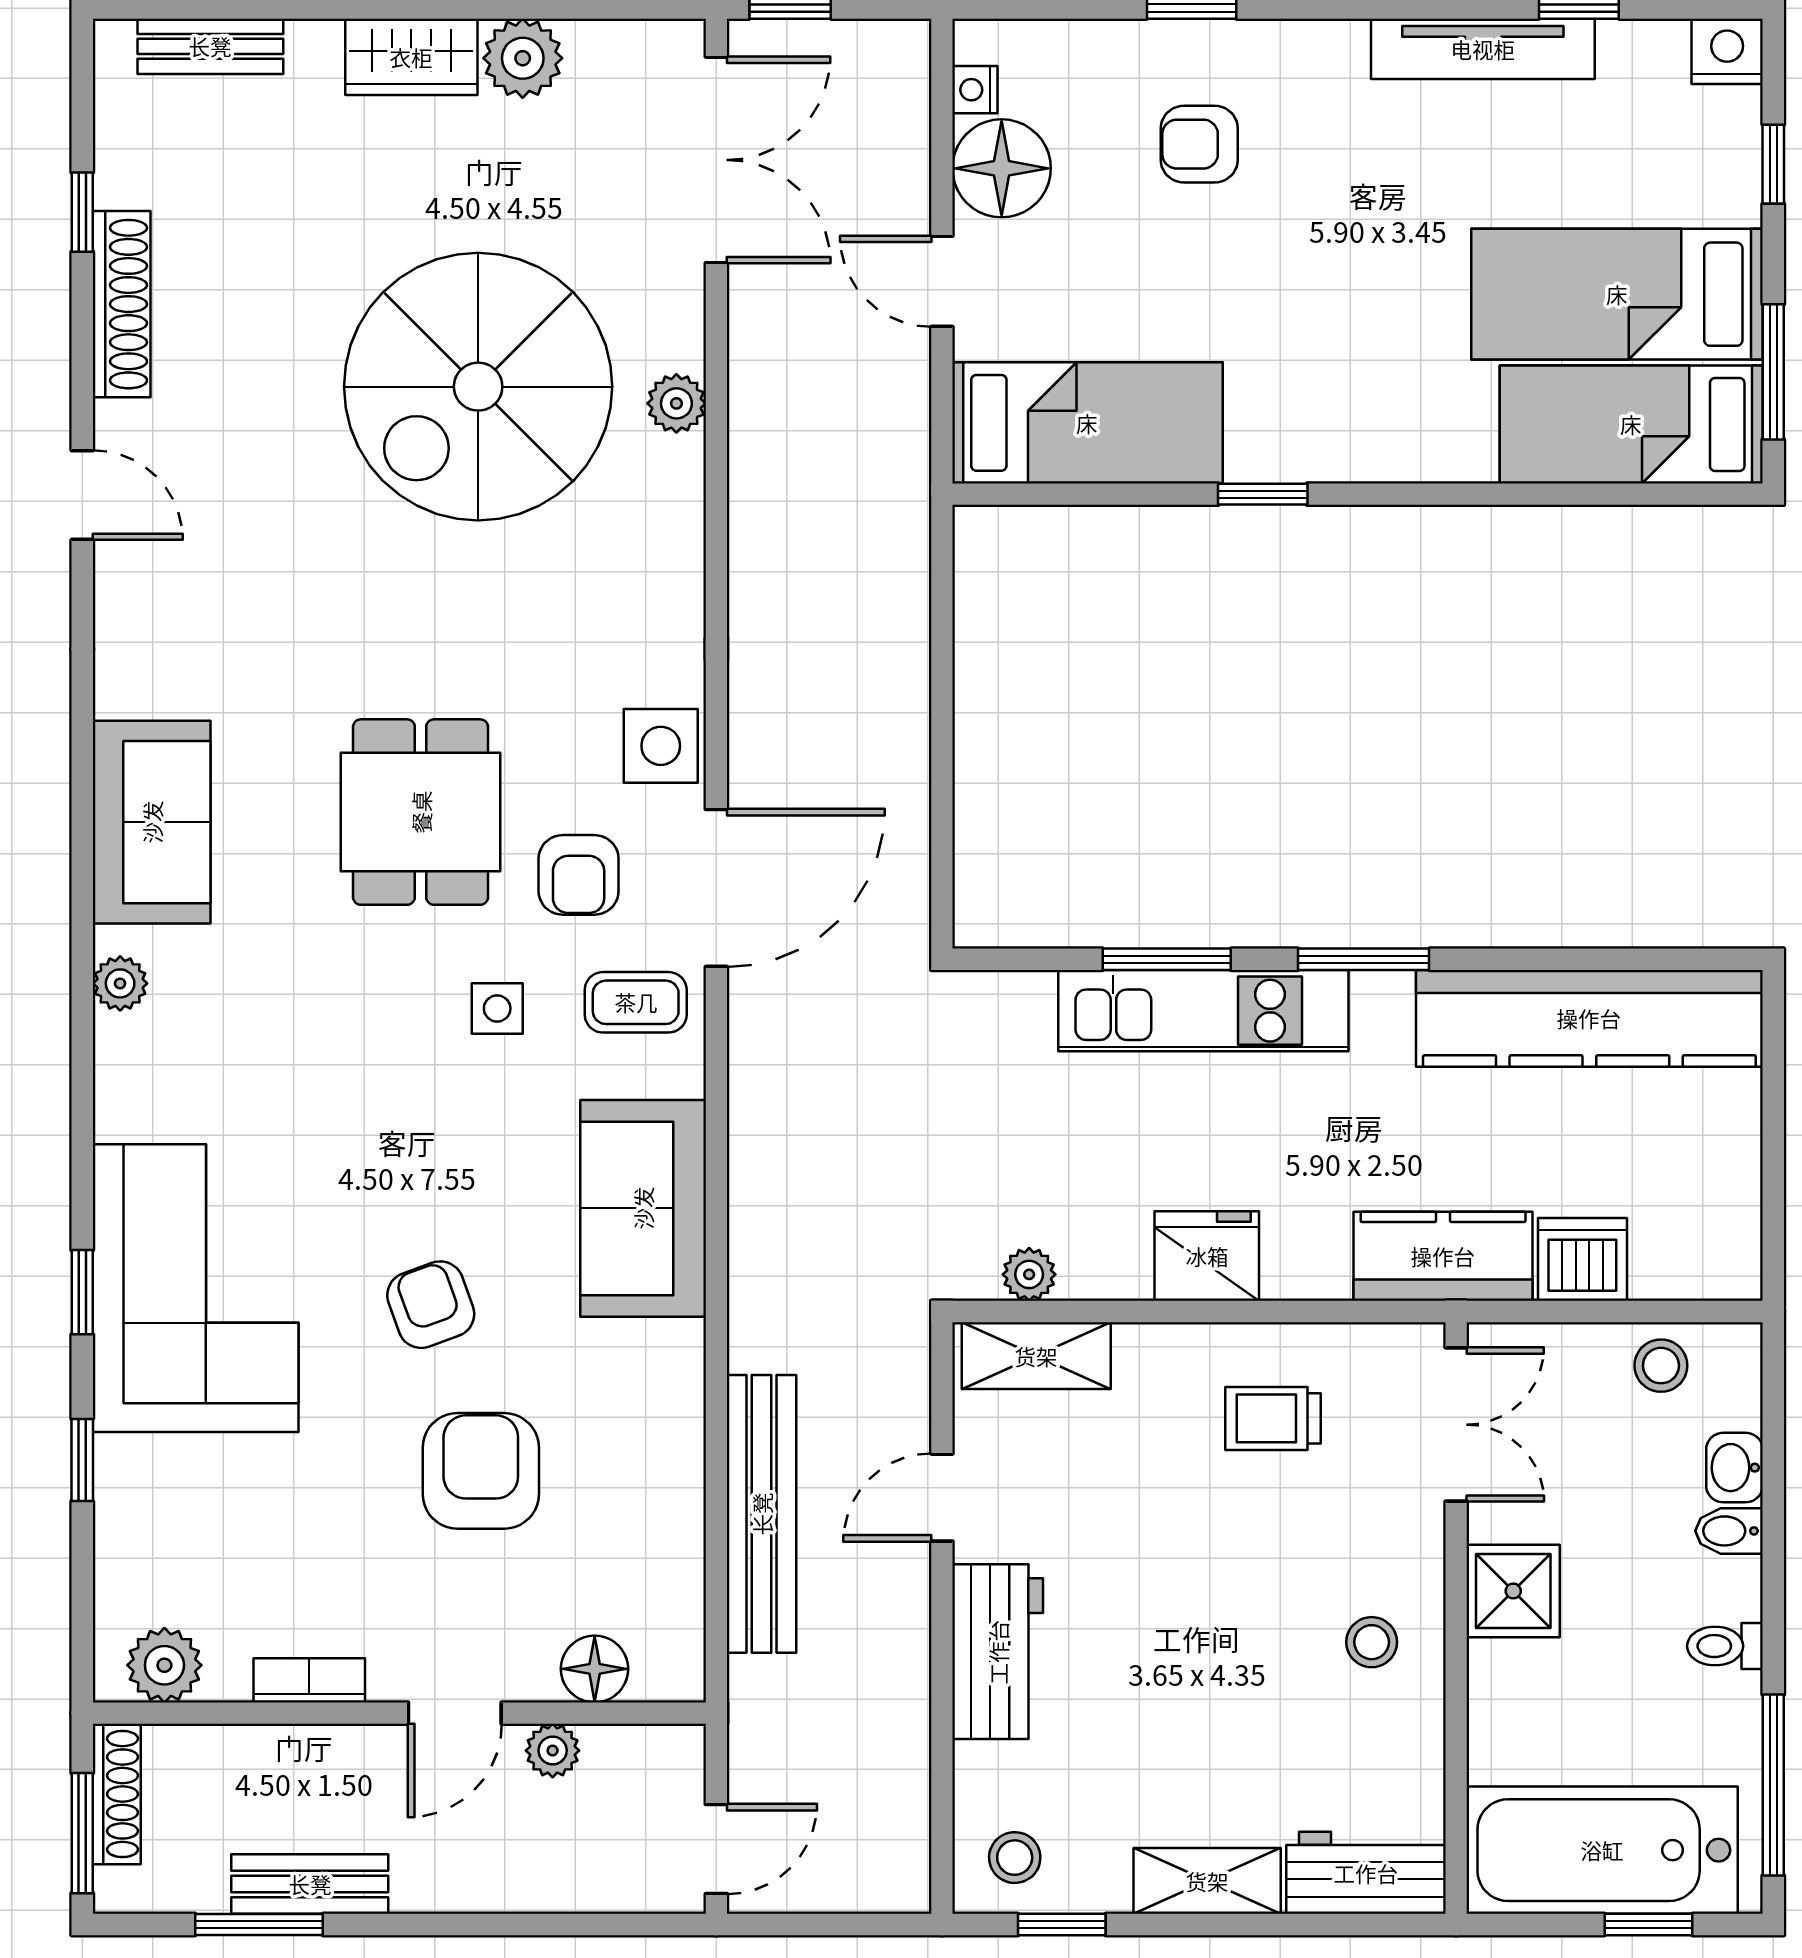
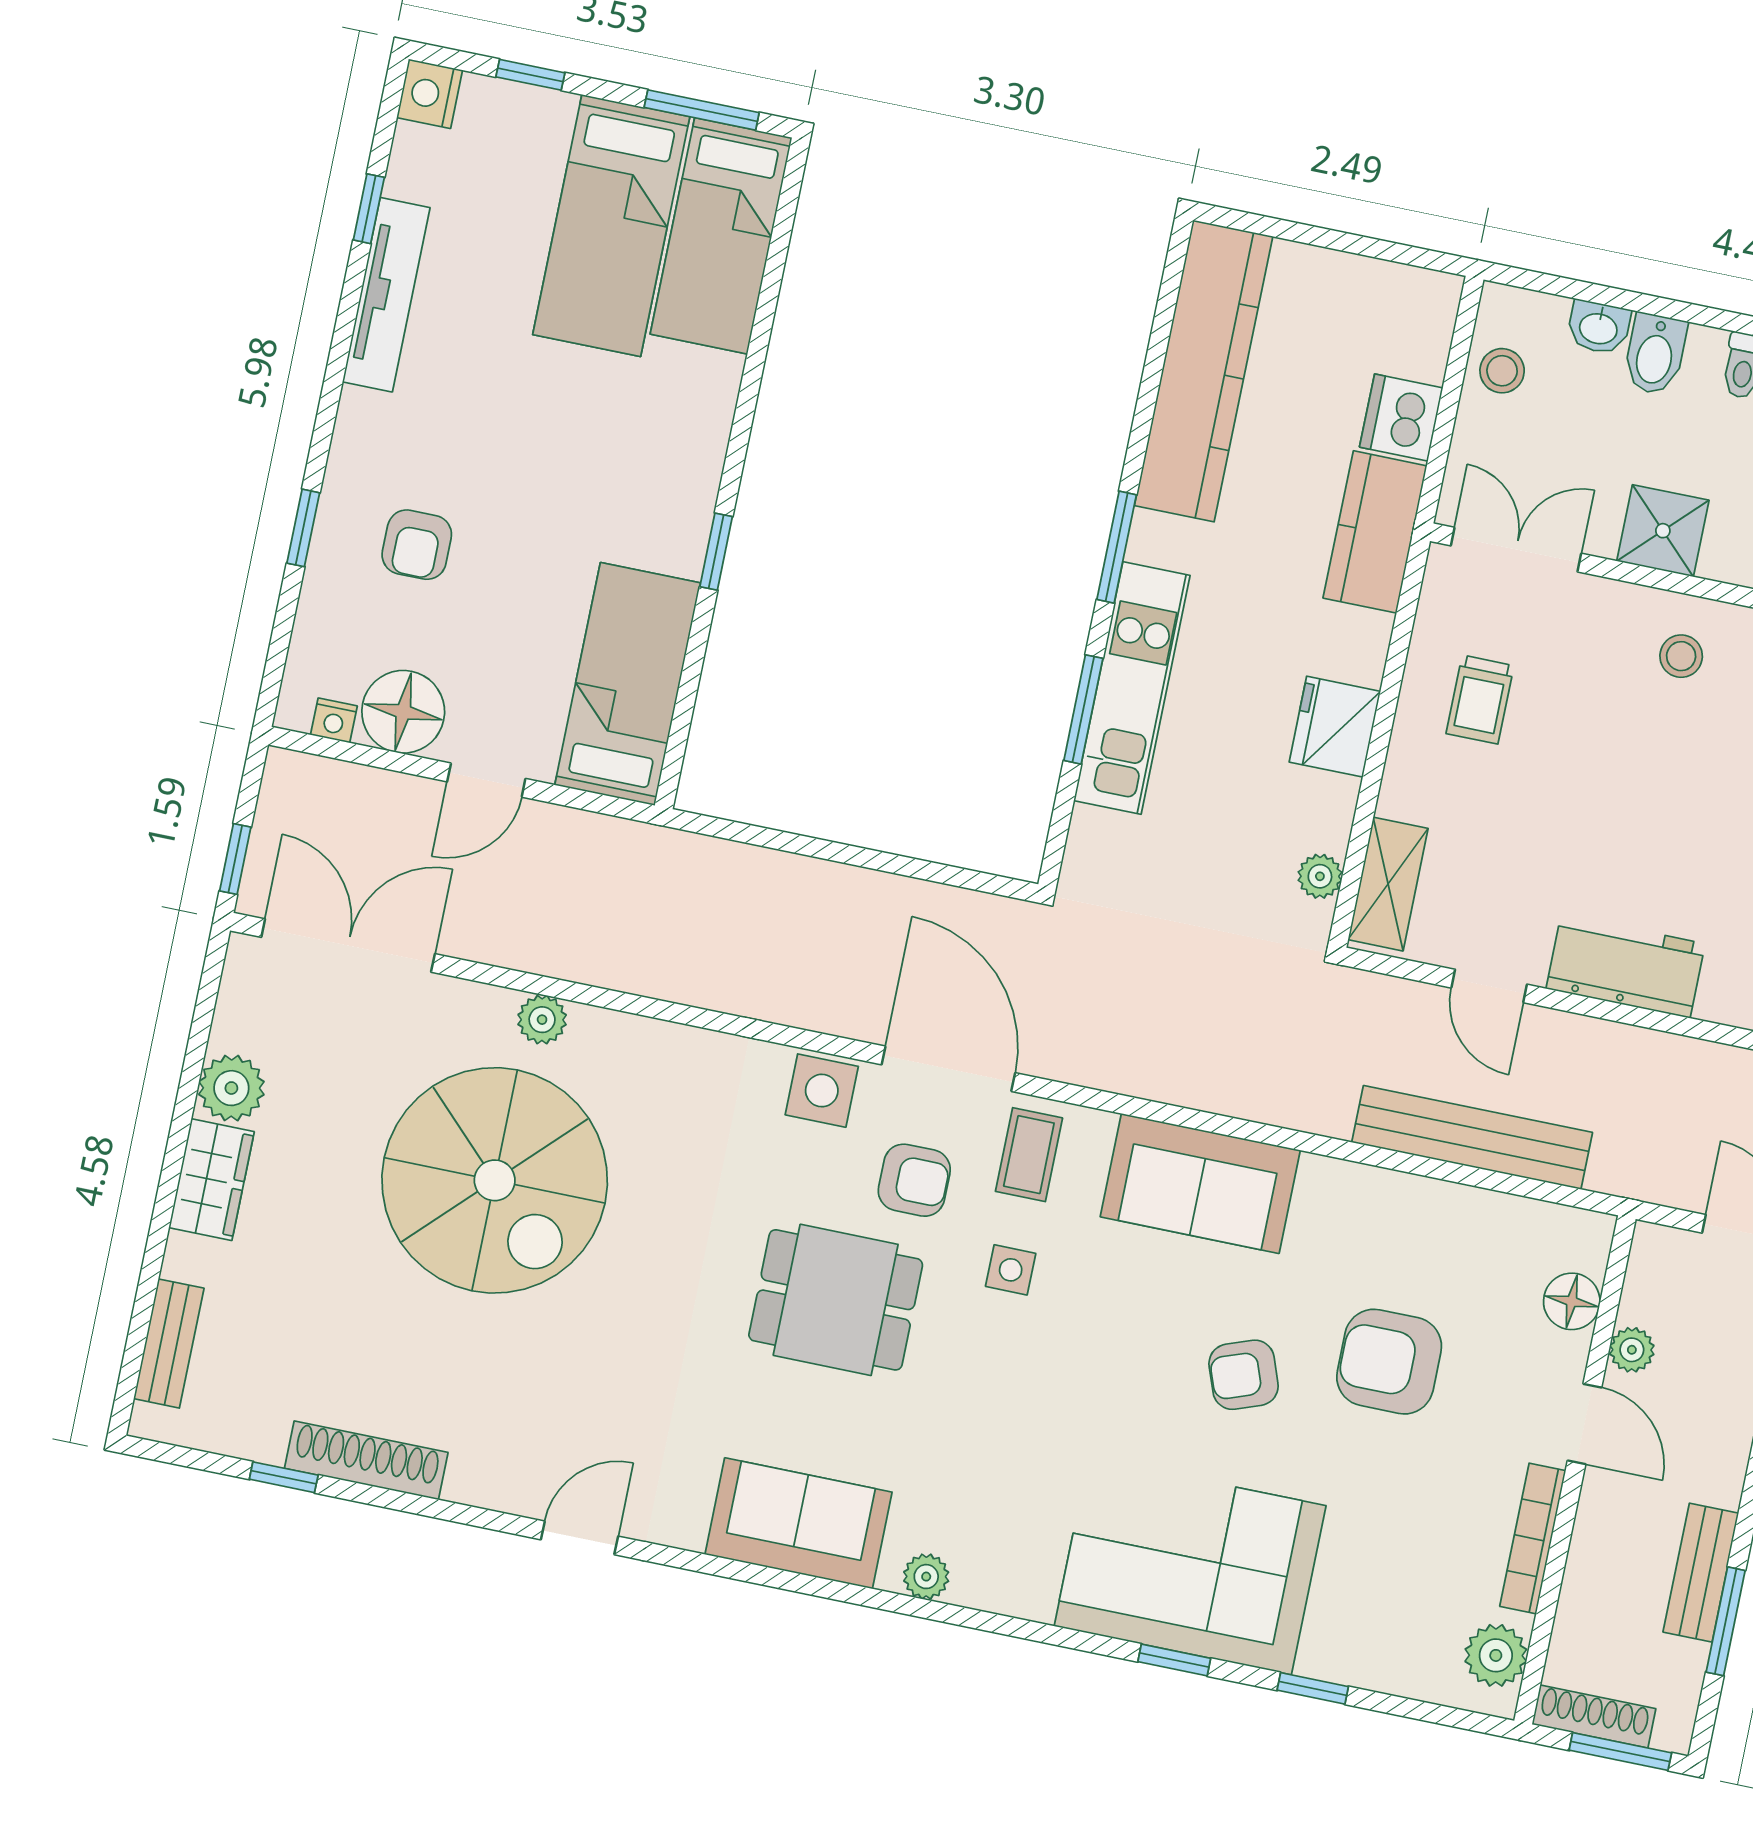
door: (82, 495) -> (580, 1538), moved
bidet: (1729, 1531) -> (1655, 354), width x1.38, depth x1.36
bookcase: (309, 1680) -> (1533, 1539), width x1.56

